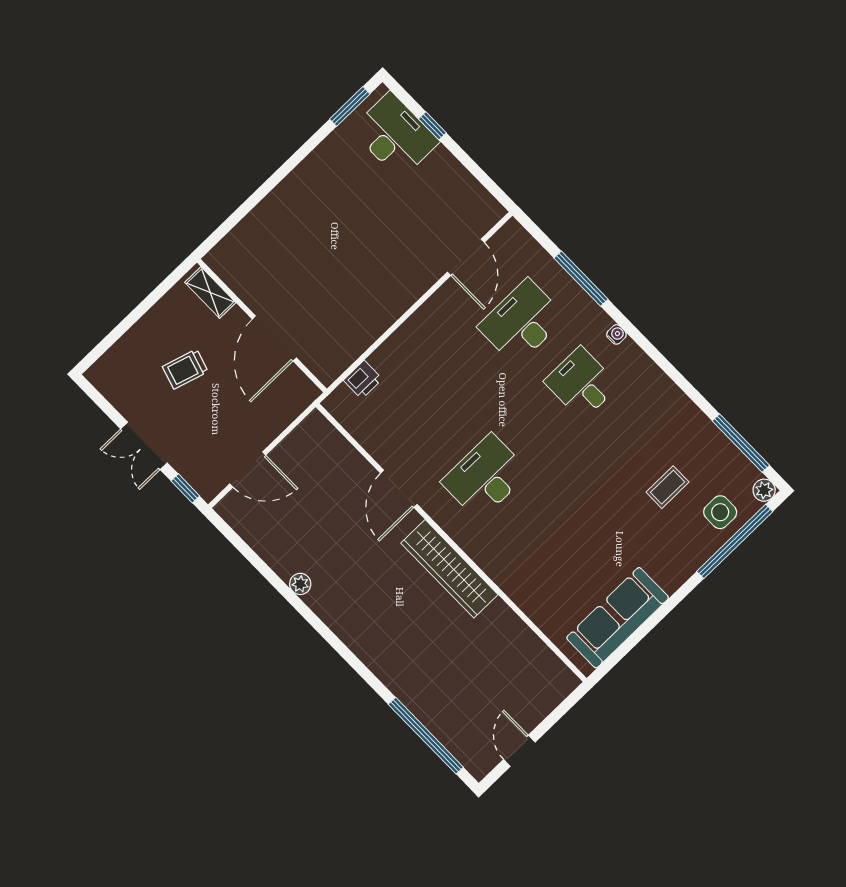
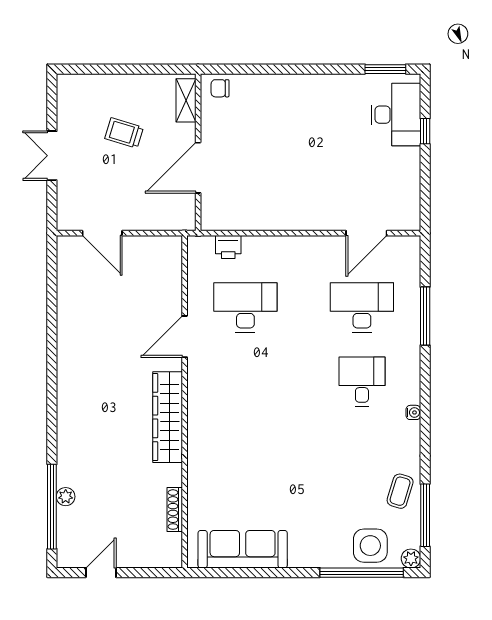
chair: (229, 255) -> (220, 88), added
water cooler: (616, 334) -> (413, 412), moved
desk: (485, 477) -> (245, 307), moved
coffee table: (667, 487) -> (400, 491), moved, turned -73
window: (185, 488) -> (52, 207), removed
side table: (720, 512) -> (370, 546), width x1.37, depth x1.37
plant: (300, 584) -> (66, 497), moved
shoe rack: (530, 639) -> (175, 510), added

